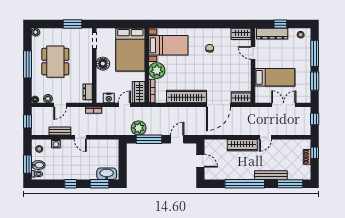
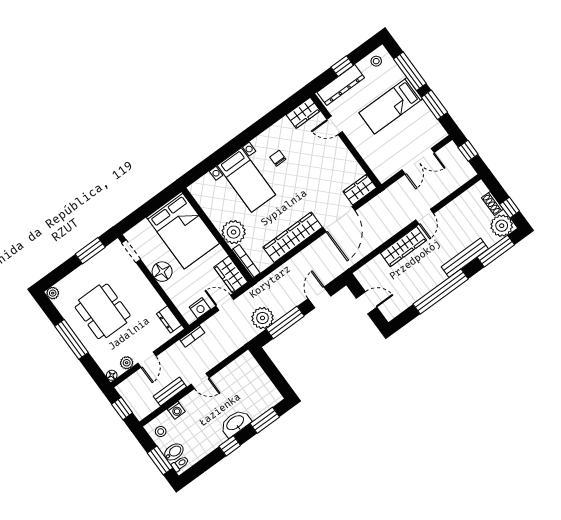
bed with nightstands: (168, 45) -> (246, 180), moved, turned 90
bed: (275, 77) -> (391, 106), moved, turned 180
door: (124, 105) -> (225, 303), hinge flipped
double door: (284, 105) -> (418, 161), swing flipped
window: (315, 153) -> (510, 208), moved
plant: (303, 172) -> (502, 226), added
washbasin: (107, 174) -> (235, 423), moved

